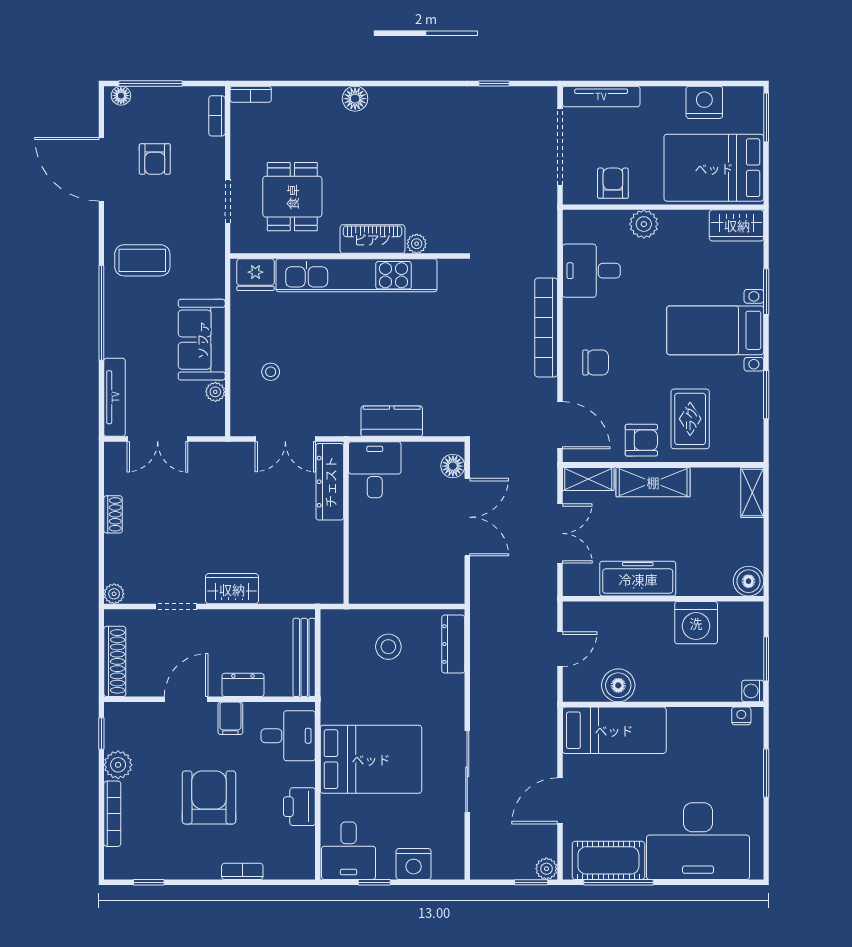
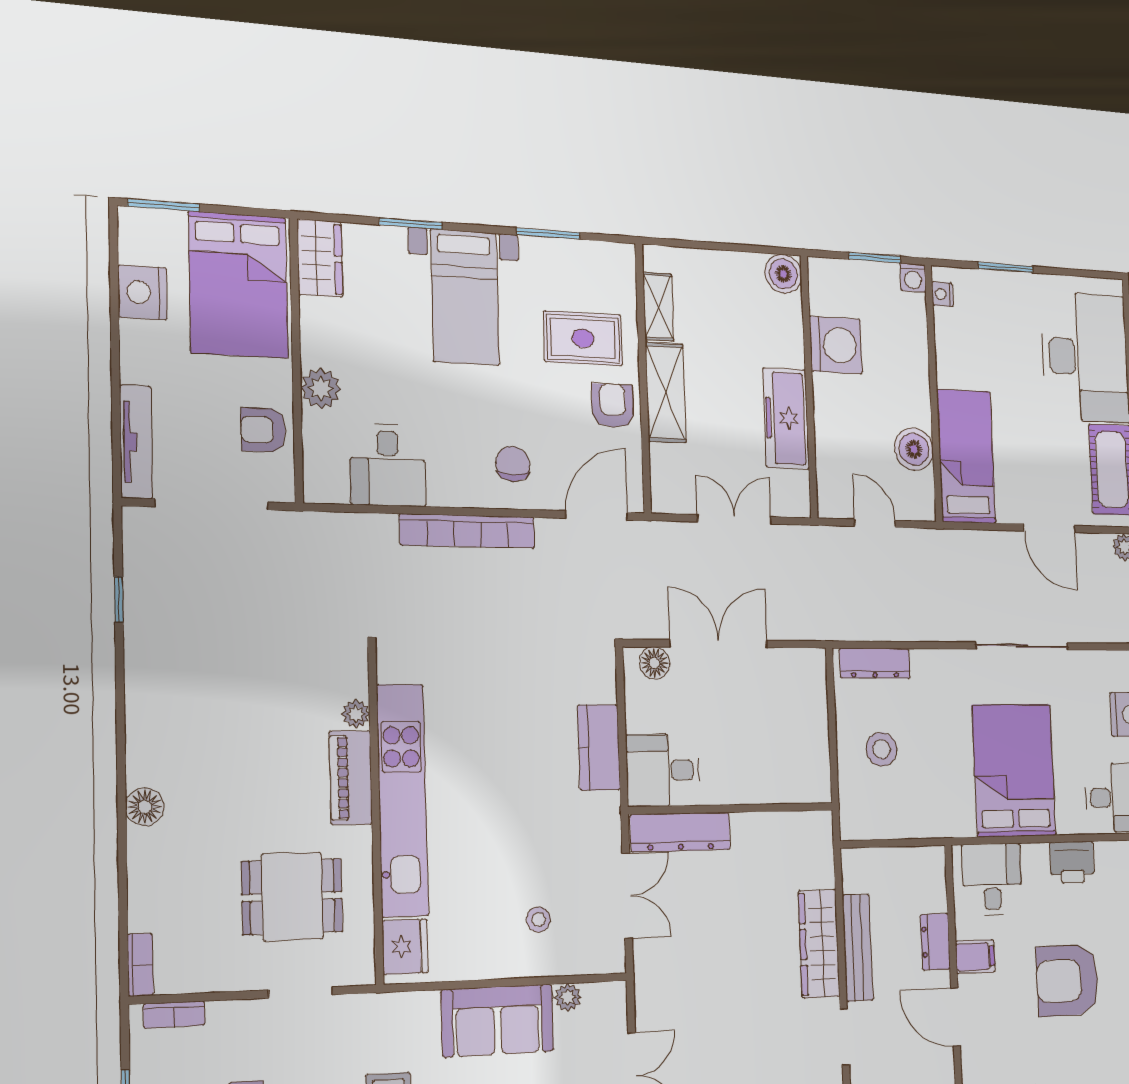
shelving: (588, 479) -> (665, 479), removed
shelving: (752, 493) -> (658, 307), moved, turned 90
wardrobe: (232, 589) -> (819, 944), width x1.50
bench: (304, 657) -> (858, 948), moved, turned 90

